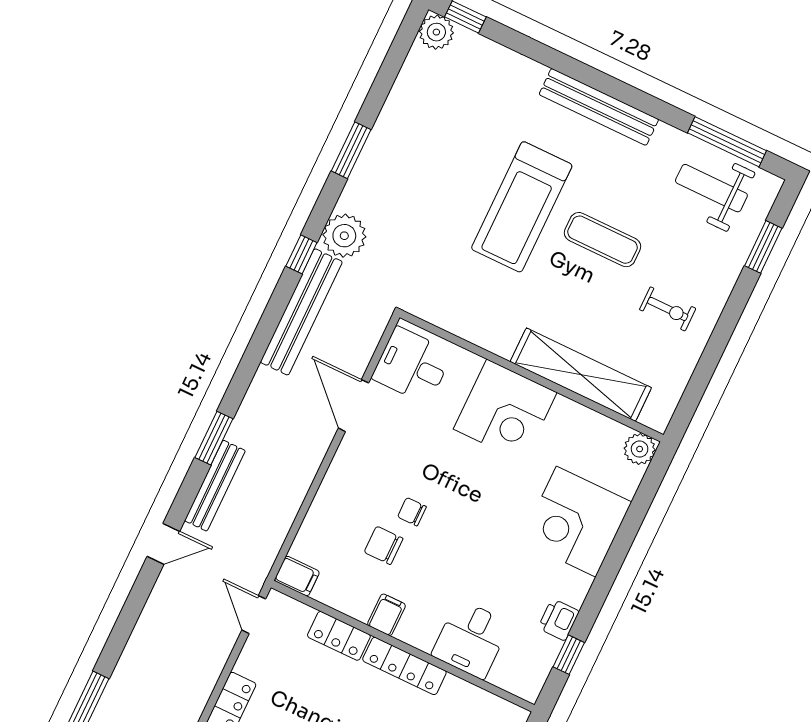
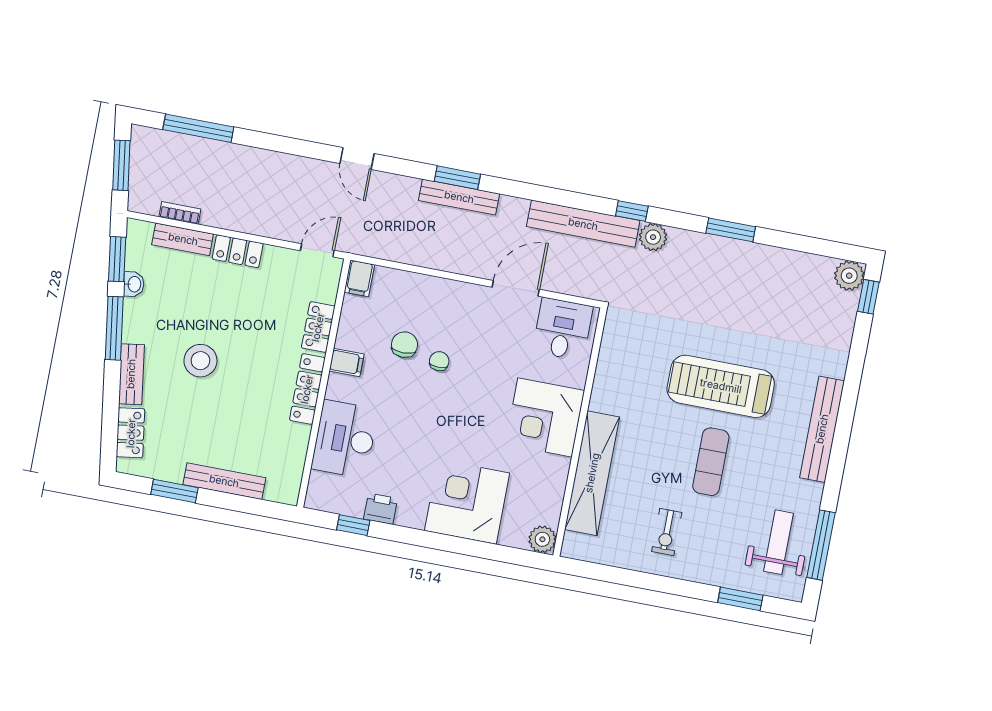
plant: (344, 236) -> (653, 237), width x0.73, depth x0.73
bench: (215, 486) -> (459, 197), moved
desk: (471, 639) -> (345, 439), width x1.37

